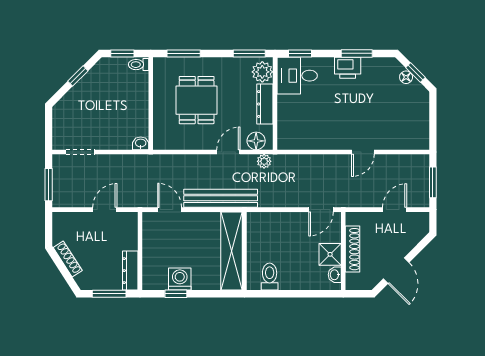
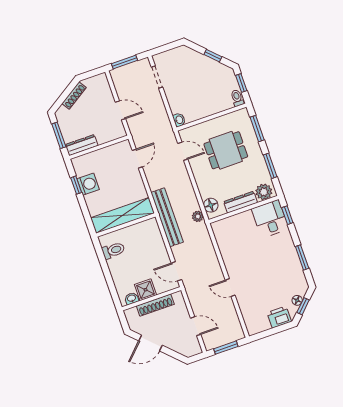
window: (249, 53) -> (270, 166), moved
printer: (348, 68) -> (279, 317), moved, turned 90
door: (228, 152) -> (183, 151), moved
bench: (221, 198) -> (167, 217), moved

